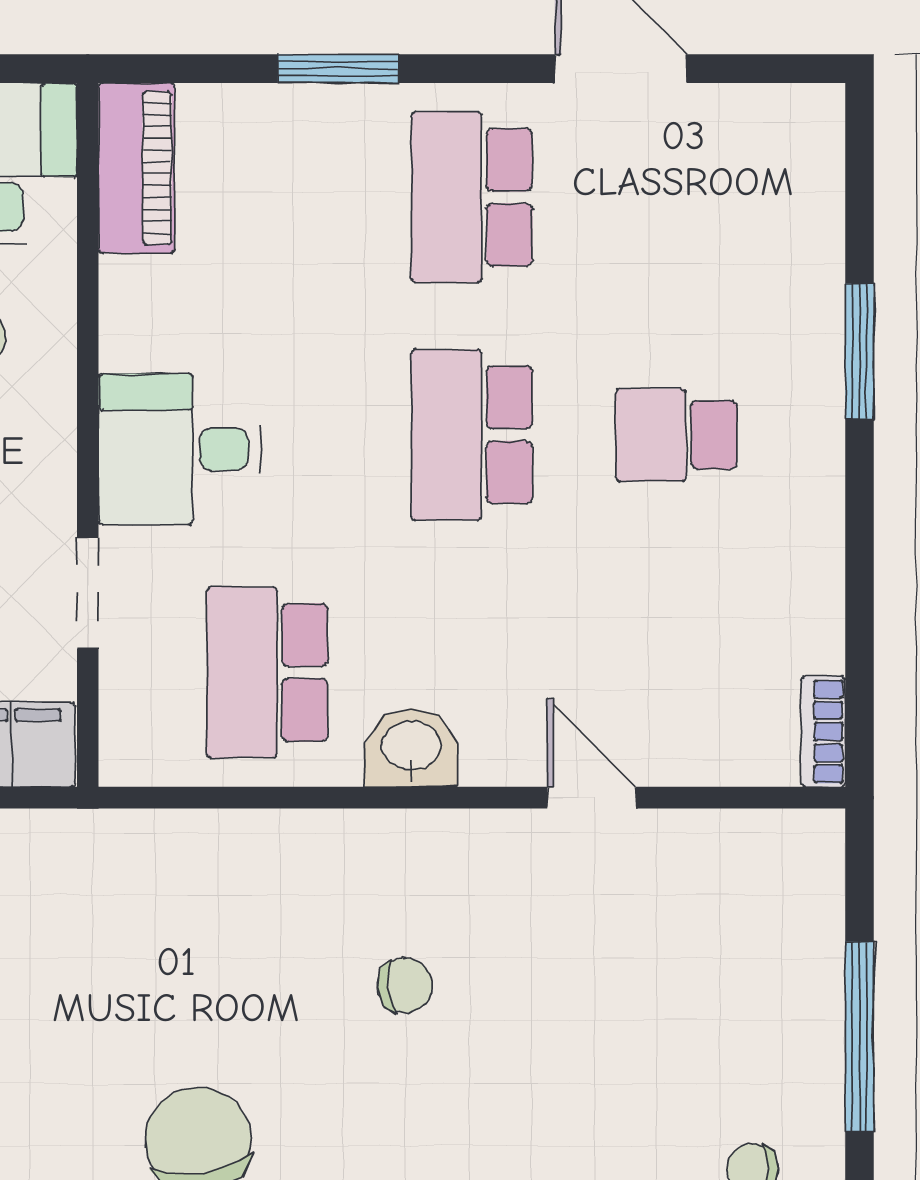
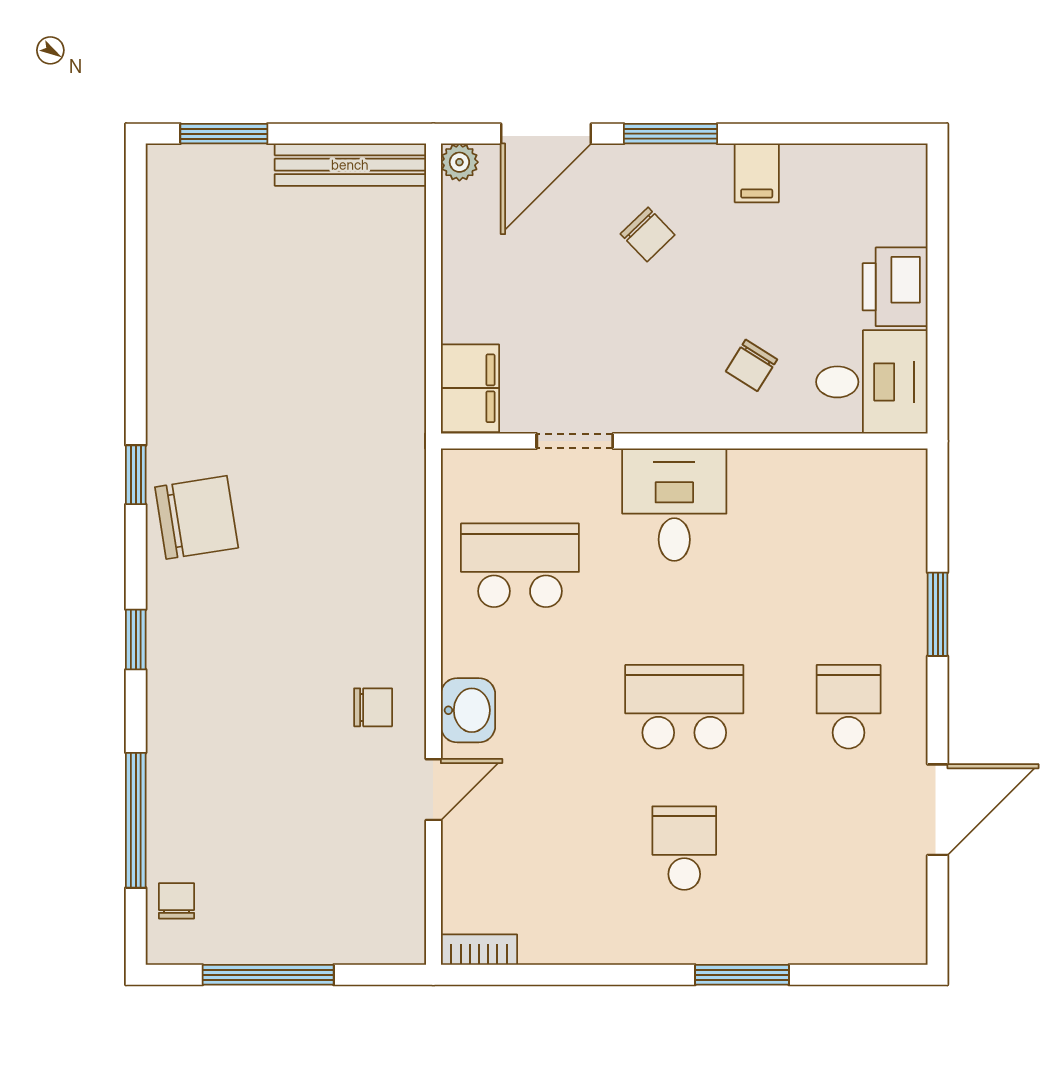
piano: (136, 168) -> (869, 475), removed
school desk: (472, 197) -> (849, 707), width x0.54
washbasin: (411, 748) -> (468, 710), moved
chair: (405, 985) -> (373, 707), moved, turned -84

